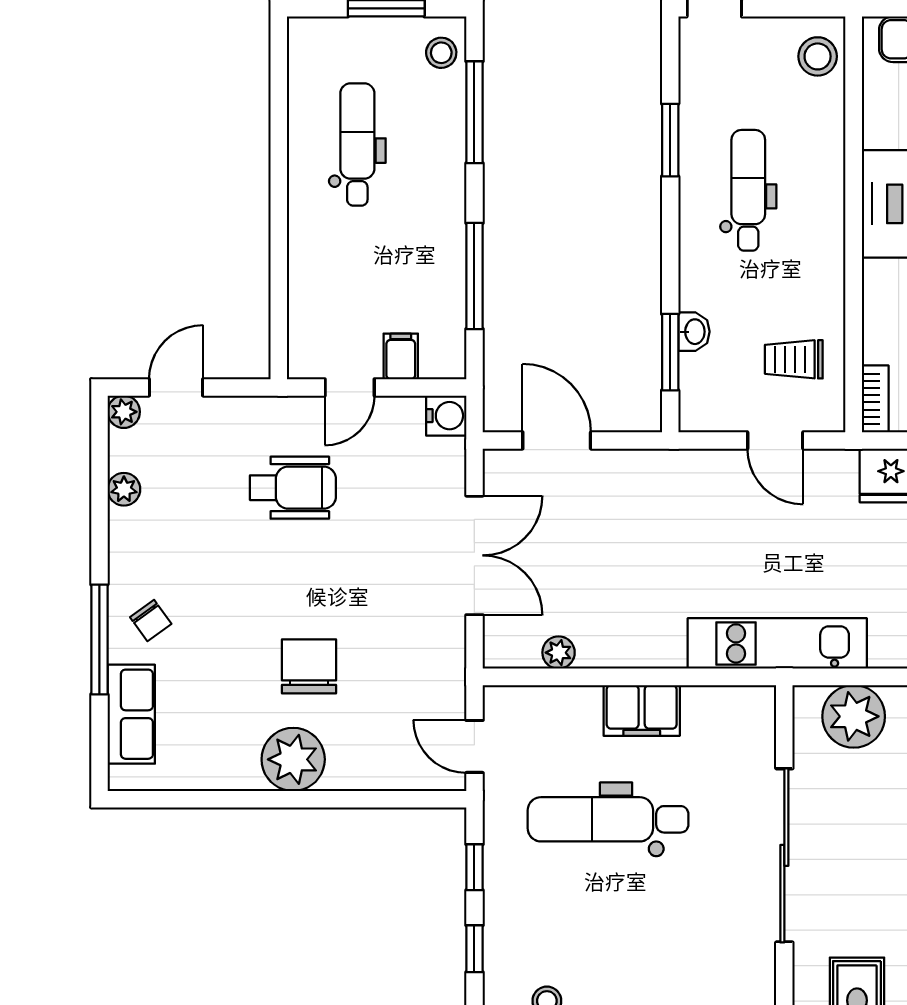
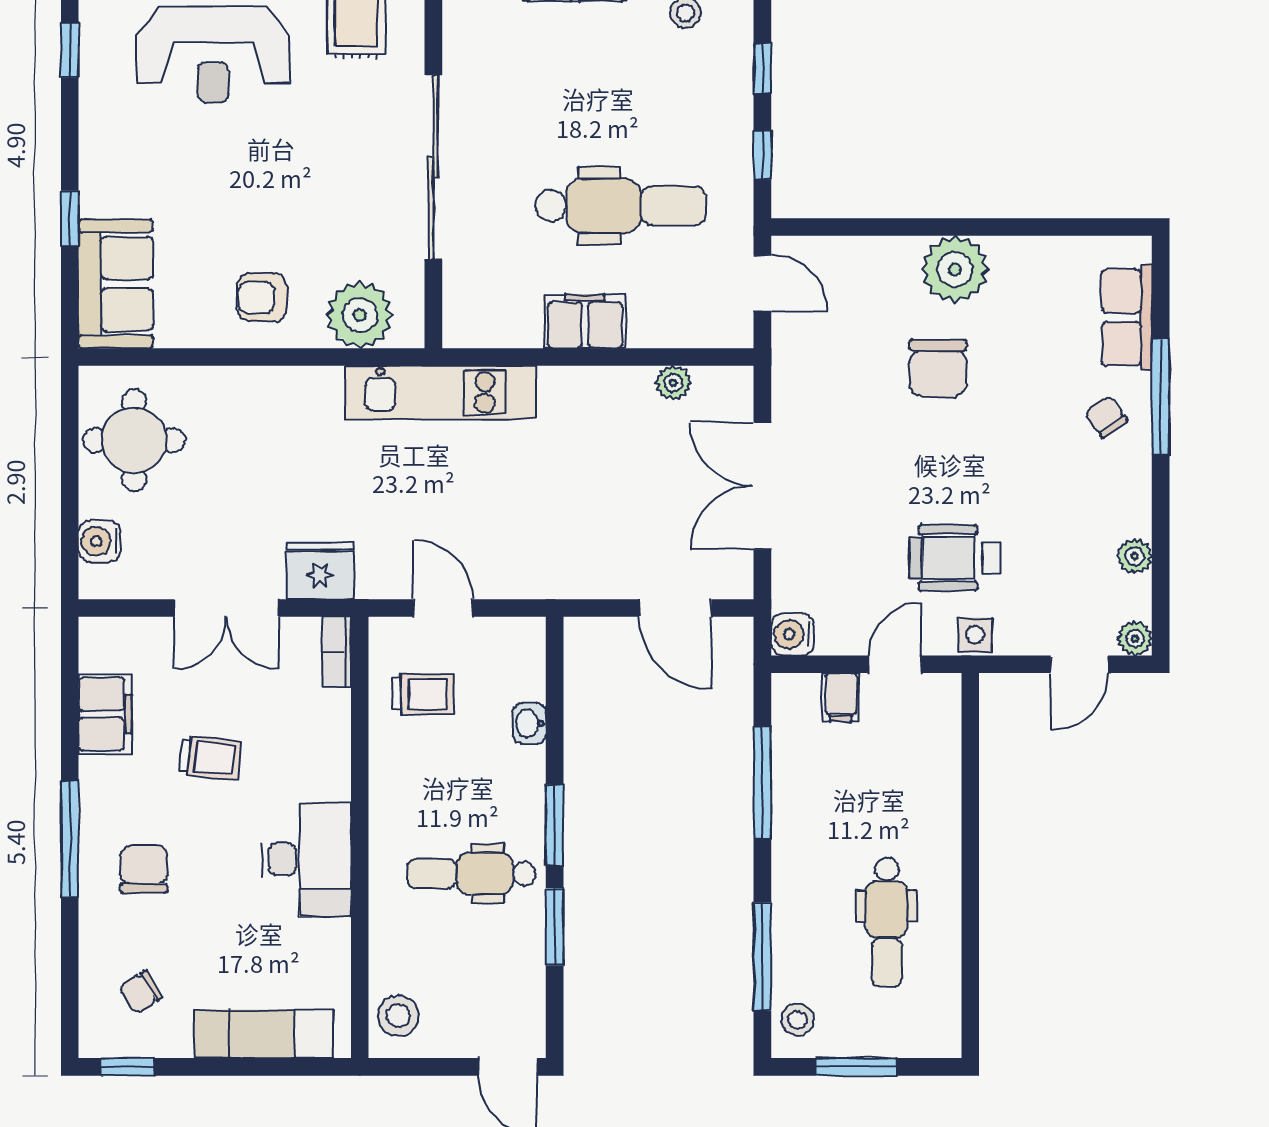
dental chair: (748, 190) -> (472, 874), turned 90
window: (670, 352) -> (555, 825), moved
side table: (274, 415) -> (975, 635), added

